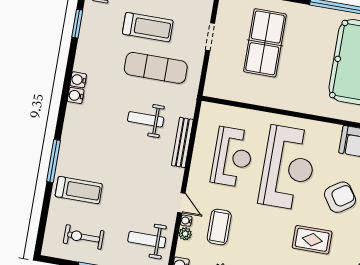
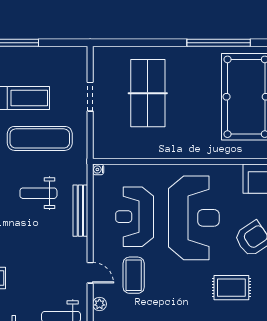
reception desk: (232, 157) -> (135, 217), turned 180
water cooler: (186, 221) -> (98, 169), moved
coffee table: (219, 227) -> (134, 275), moved

